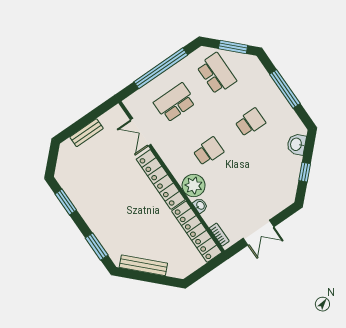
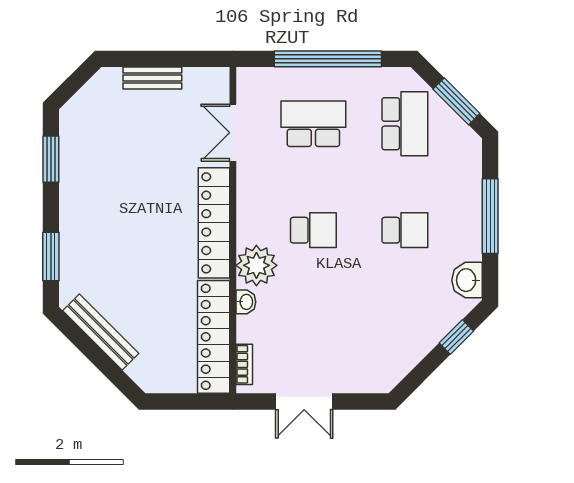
washbasin: (296, 144) -> (467, 280), moved, turned -45
window: (305, 172) -> (456, 337), moved

